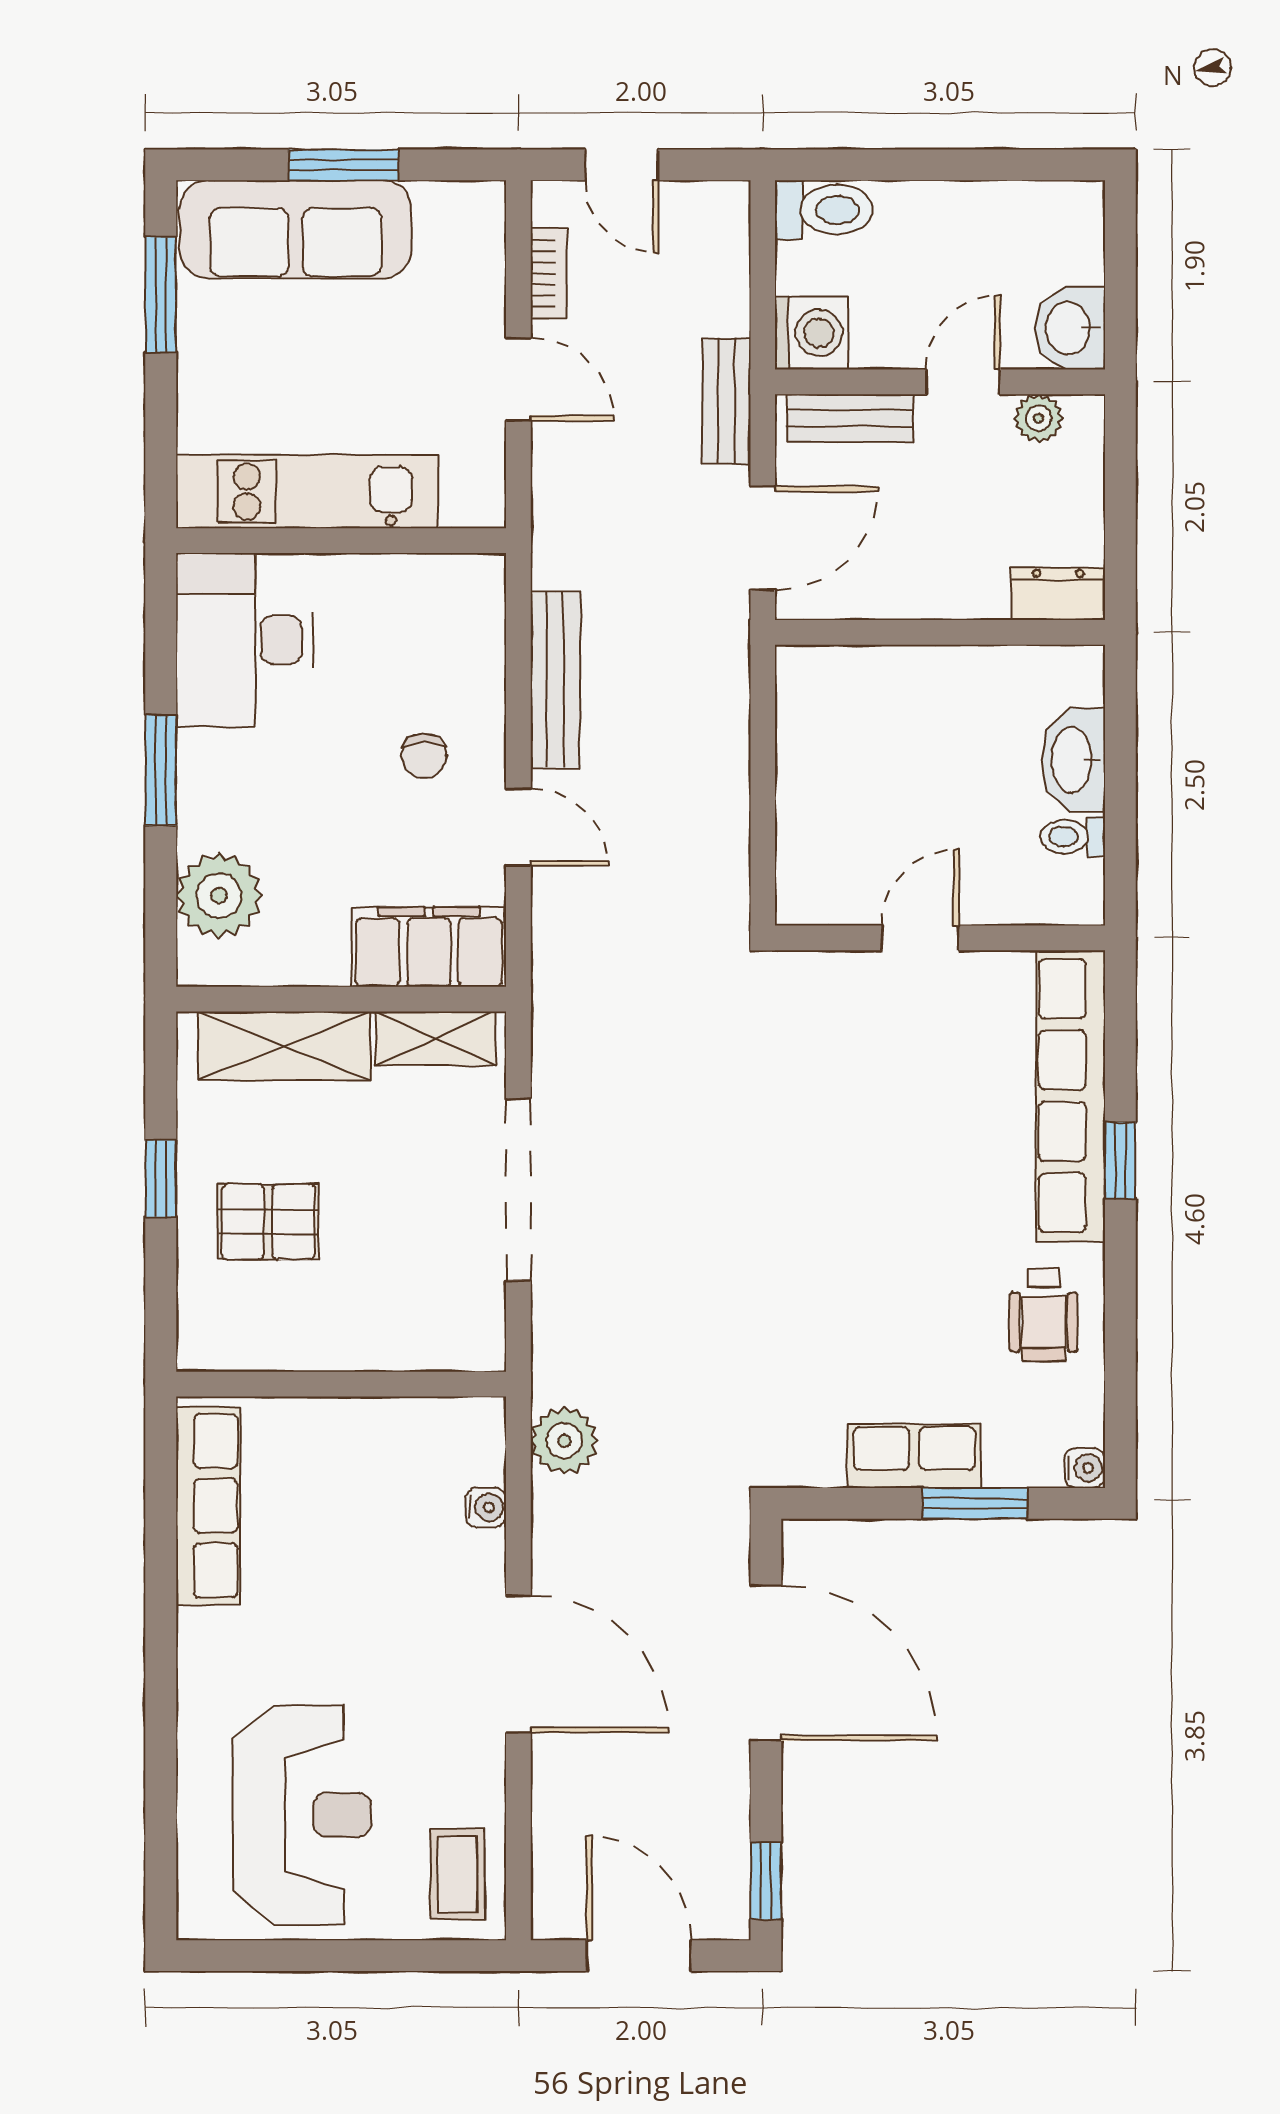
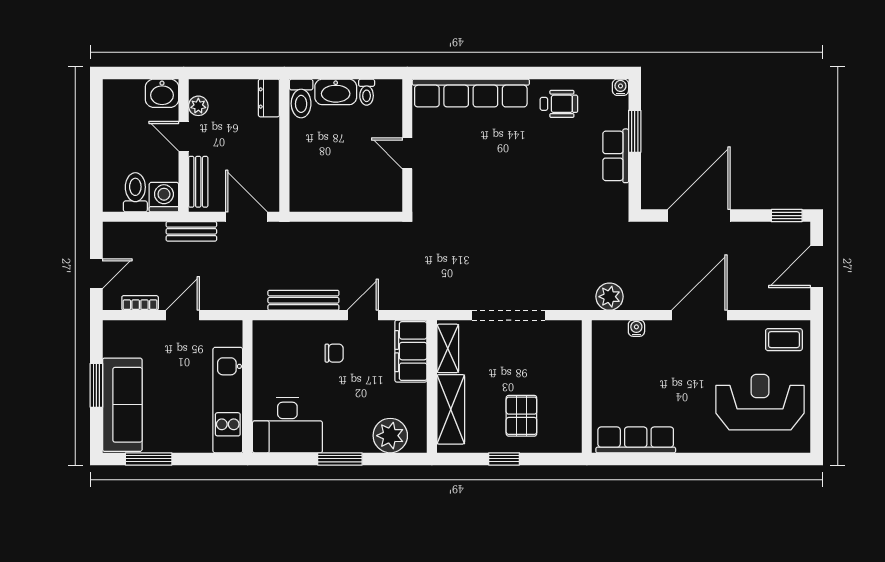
toilet: (824, 210) -> (135, 192), moved
toilet: (1057, 674) -> (301, 98), added
window: (1120, 1161) -> (497, 73), removed

